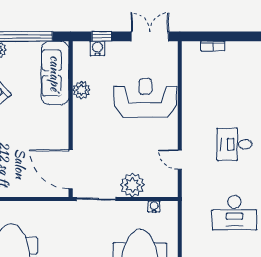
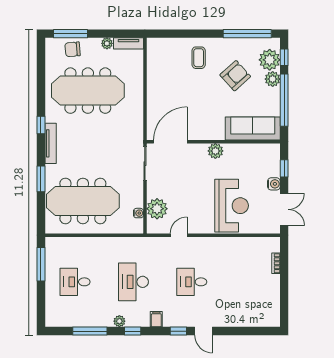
water cooler: (97, 48) -> (274, 184), moved
plant: (81, 90) -> (215, 151), moved
desk: (234, 144) -> (192, 282), turned -90
plant: (132, 185) -> (157, 209), moved

